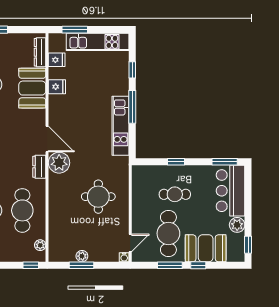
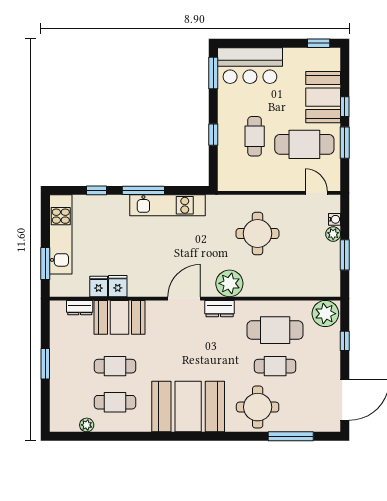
dresser: (40, 52) -> (80, 308), width x0.70
fridge: (57, 60) -> (99, 286), moved
plant: (59, 163) -> (229, 283), moved
plant: (237, 225) -> (293, 57), removed
plant: (40, 245) -> (325, 314), width x1.88, depth x1.88
plant: (82, 256) -> (333, 234), moved
water cooler: (124, 257) -> (335, 219), moved
window: (31, 265) -> (345, 341), moved

